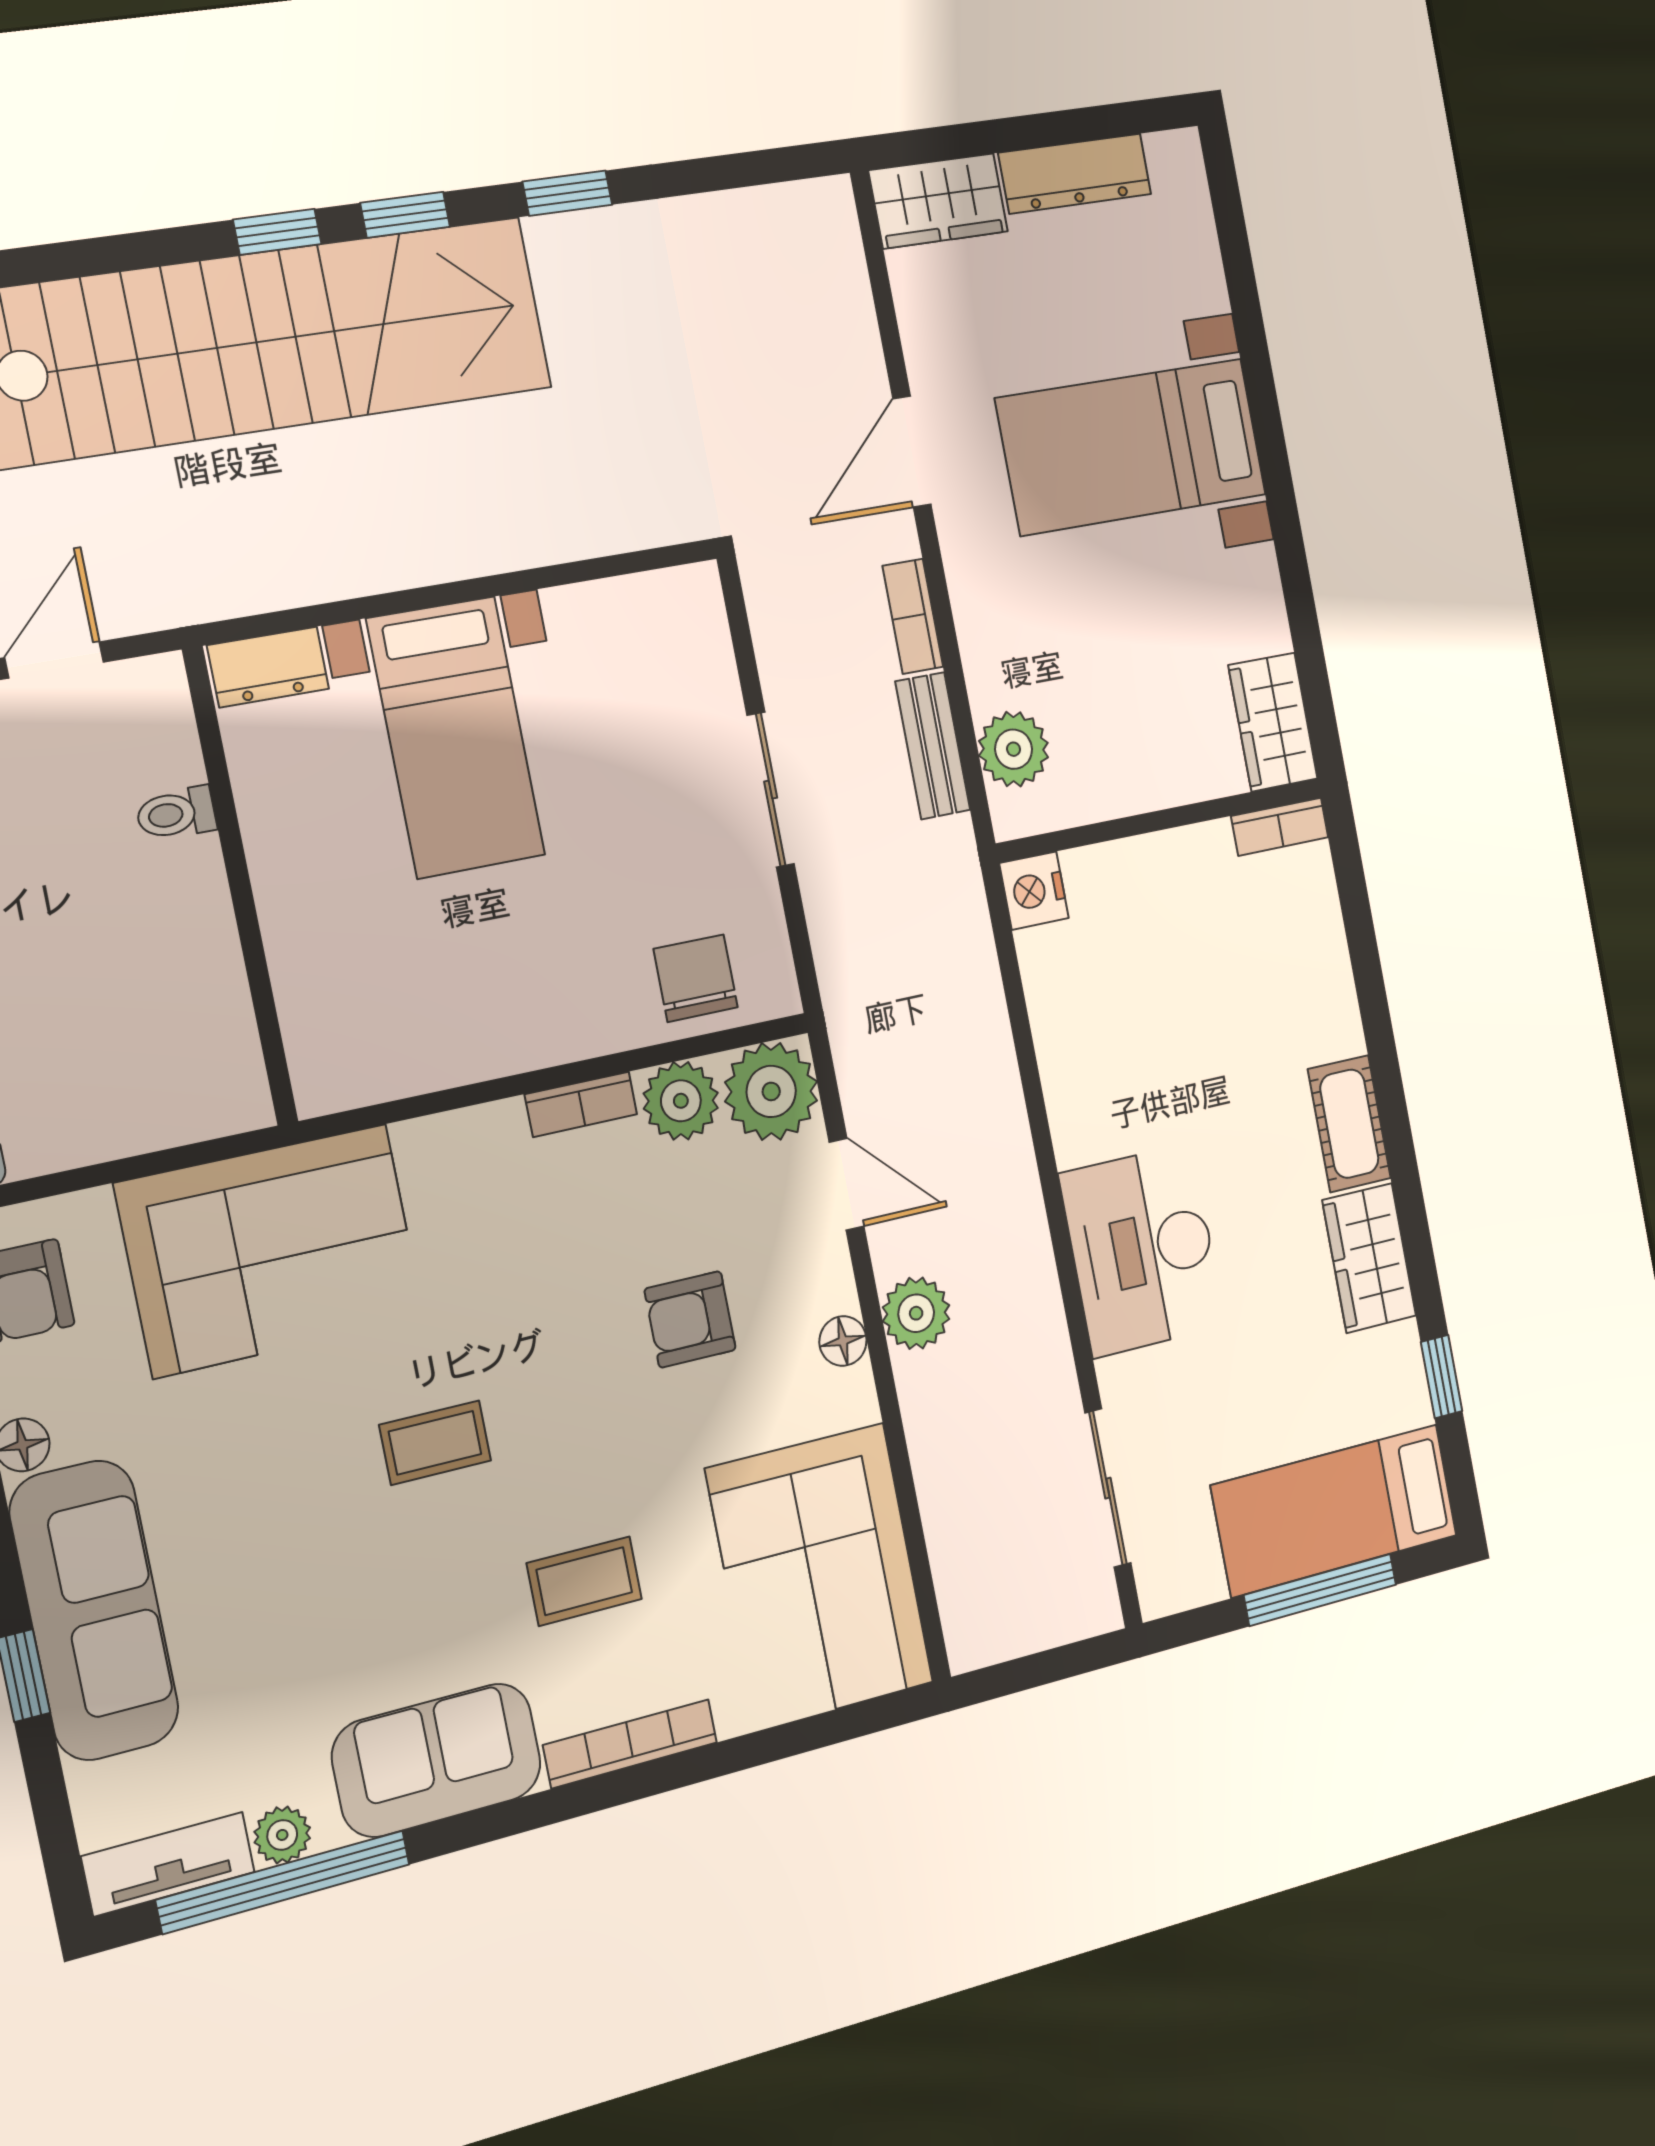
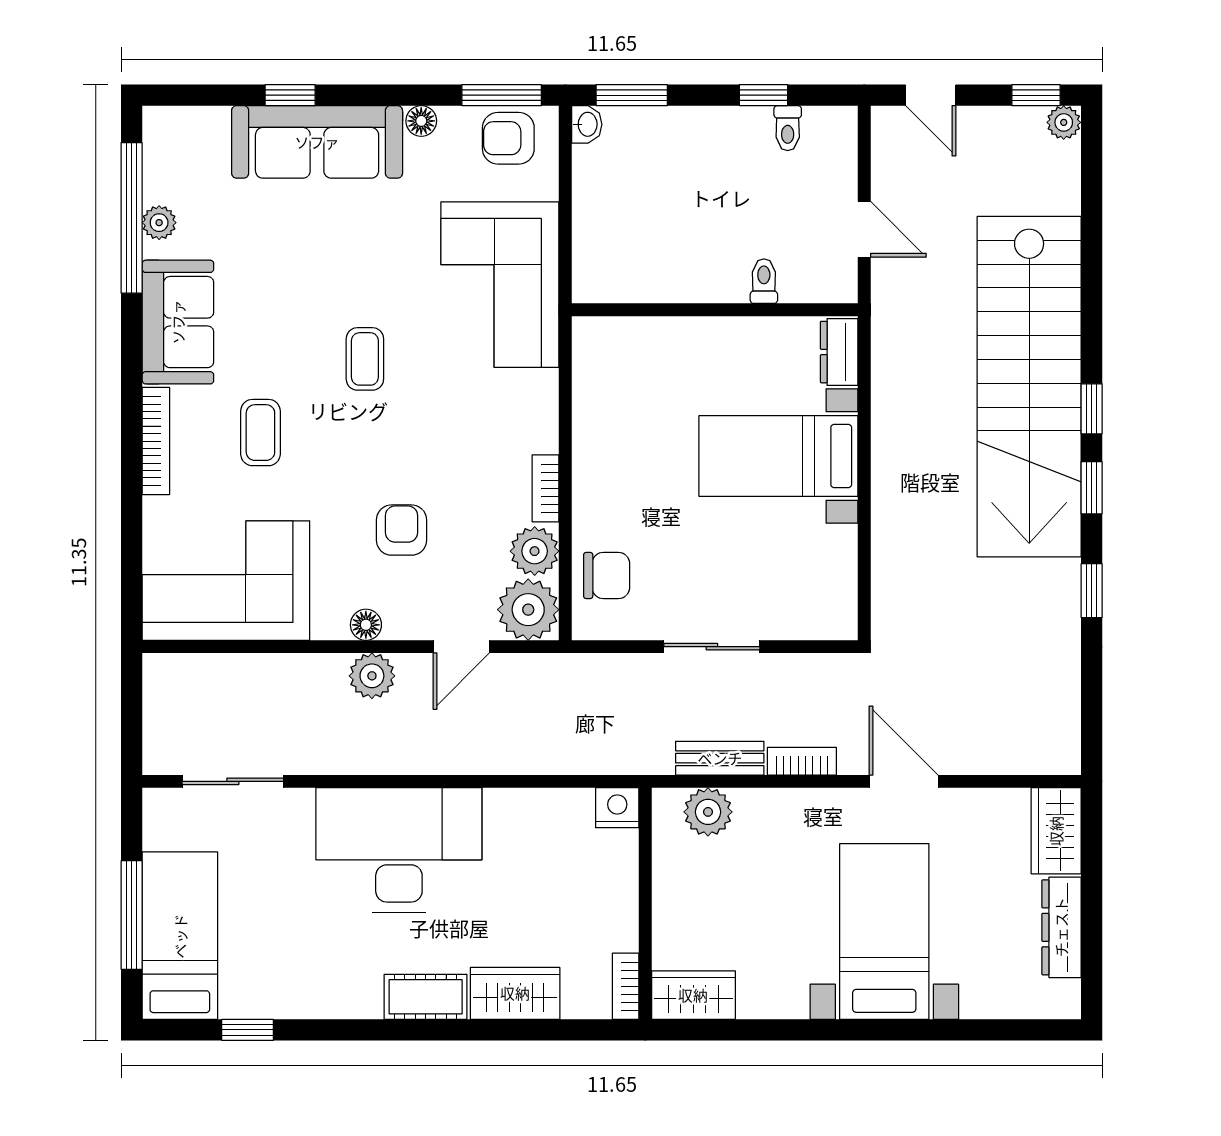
desk: (1142, 1250) -> (399, 850), width x1.36, depth x1.30
wardrobe: (1369, 1258) -> (515, 993), moved
tv unit: (168, 1864) -> (161, 154), removed

